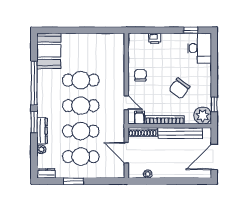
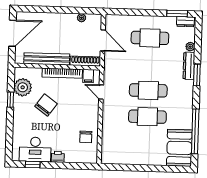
printer: (155, 38) -> (58, 157), moved
desk: (199, 48) -> (35, 149), moved, turned -90
chair: (140, 75) -> (86, 137), moved
window: (34, 83) -> (195, 131), moved
window: (214, 104) -> (10, 100), moved
plant: (203, 116) -> (23, 87), moved
cafe table: (81, 131) -> (149, 64), removed
window: (73, 181) -> (177, 14), moved

